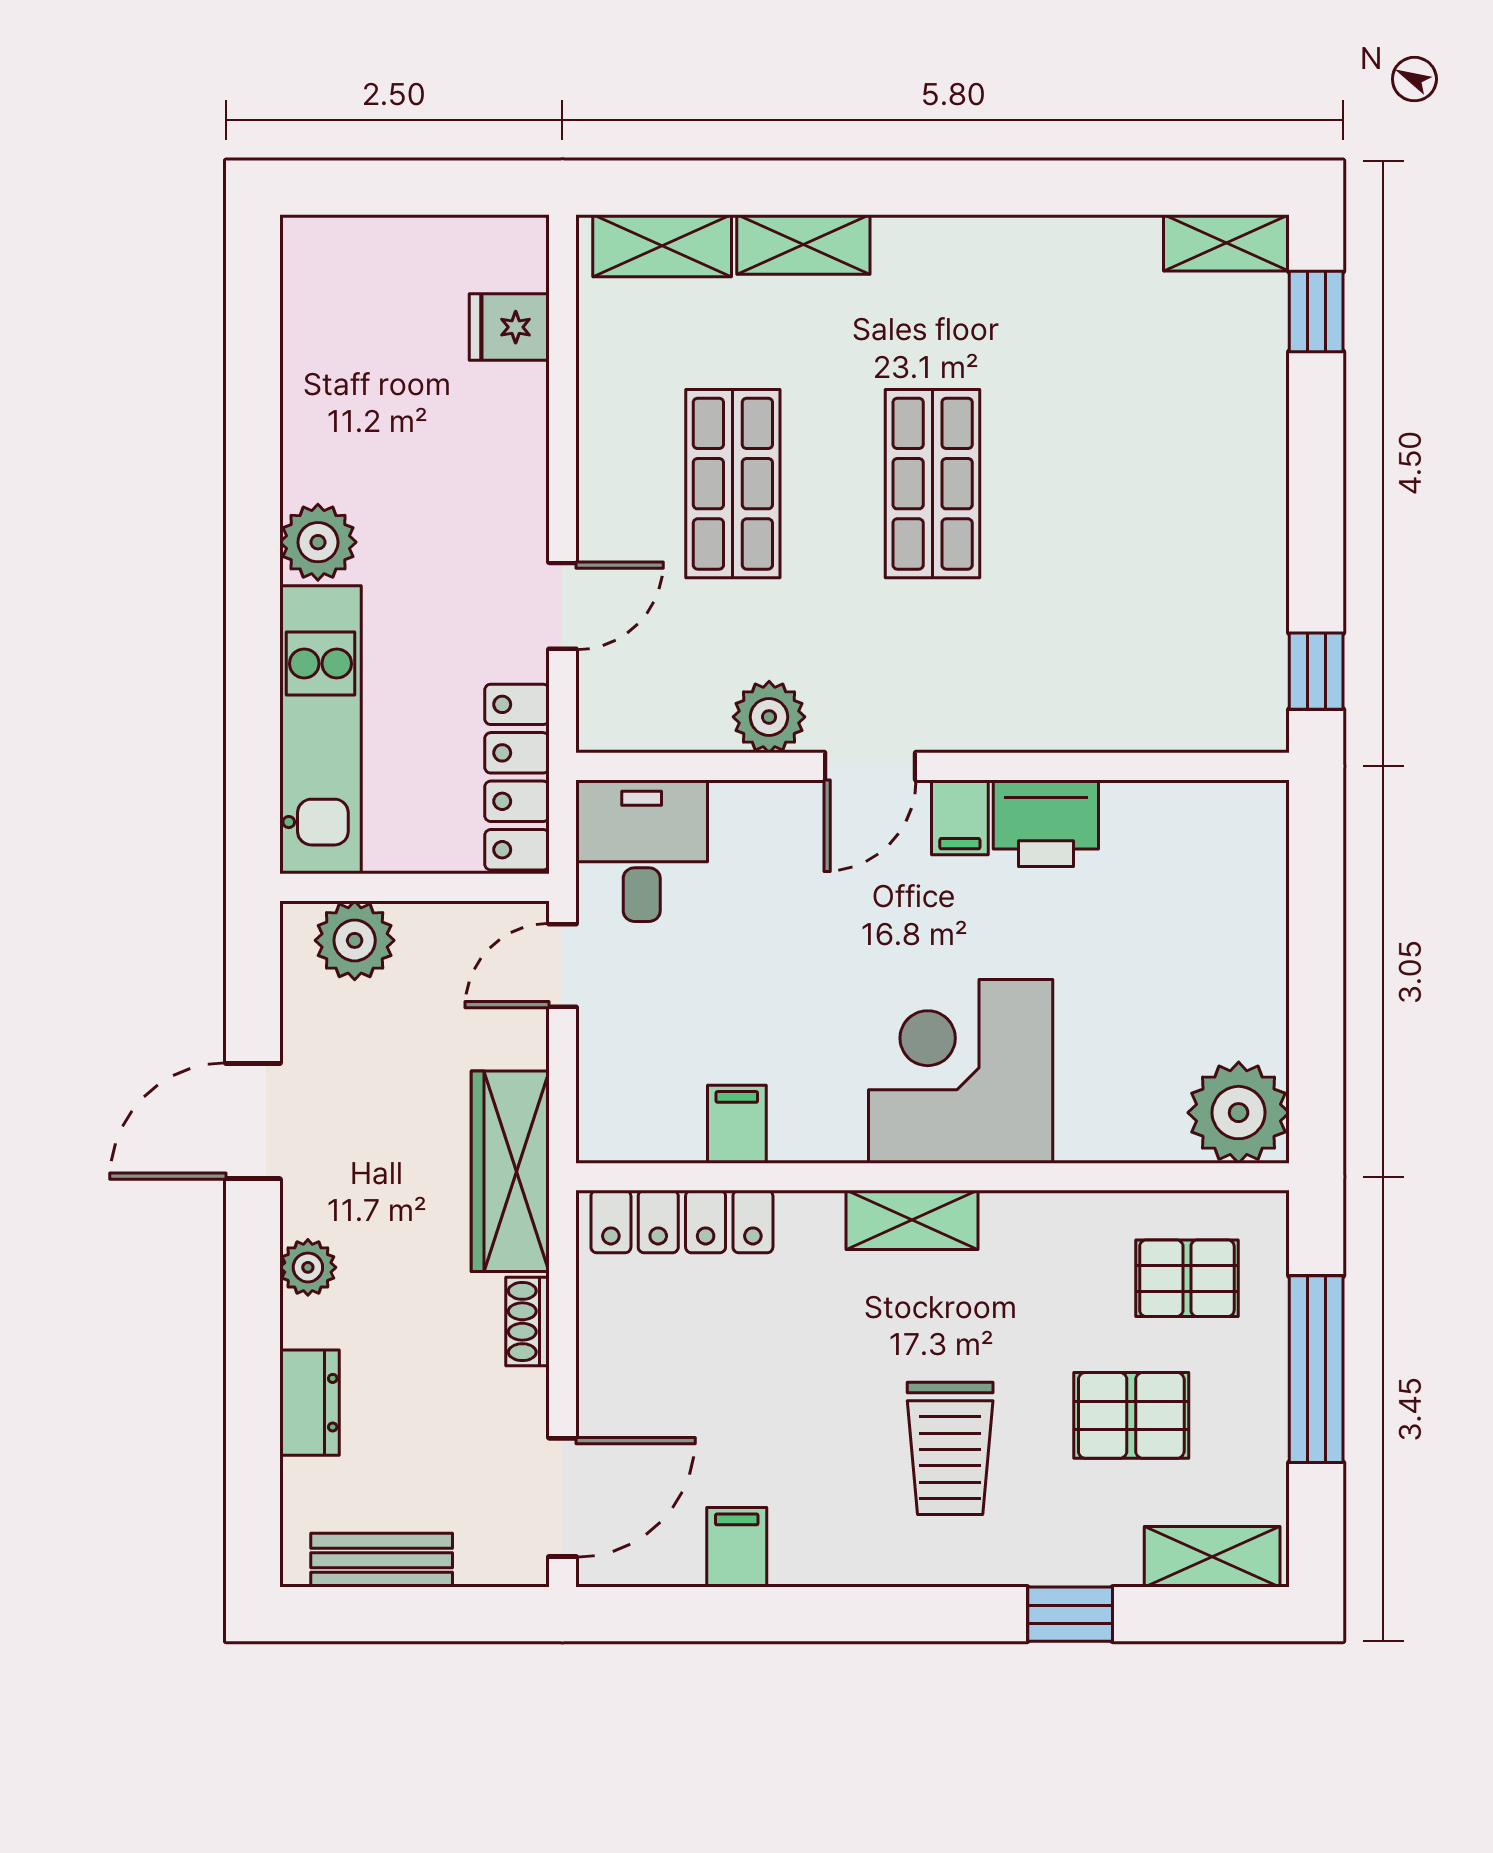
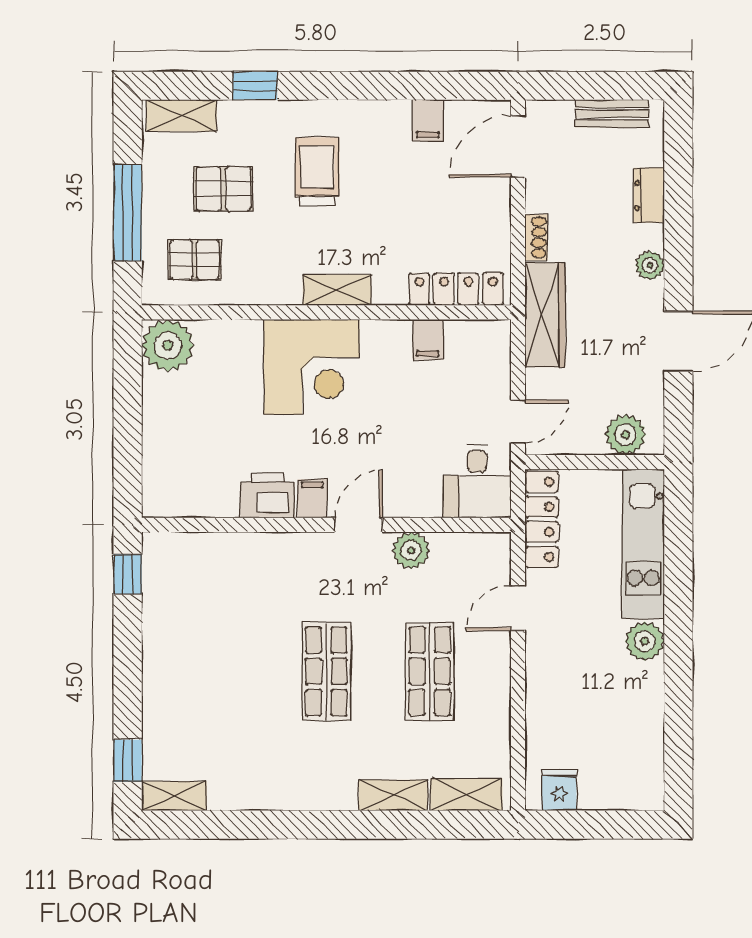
fridge: (509, 327) -> (559, 790), moved, turned -90

